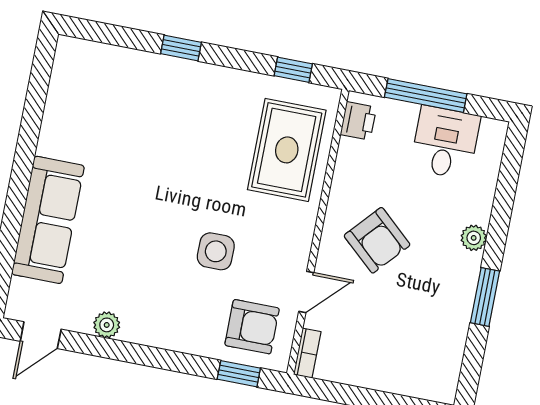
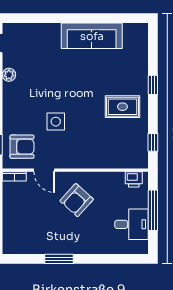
rug: (287, 150) -> (122, 107), moved, width x0.73, depth x0.70
sofa: (48, 220) -> (92, 36), moved
plant: (474, 238) -> (87, 248), removed
armchair: (252, 327) -> (22, 147), turned -90

